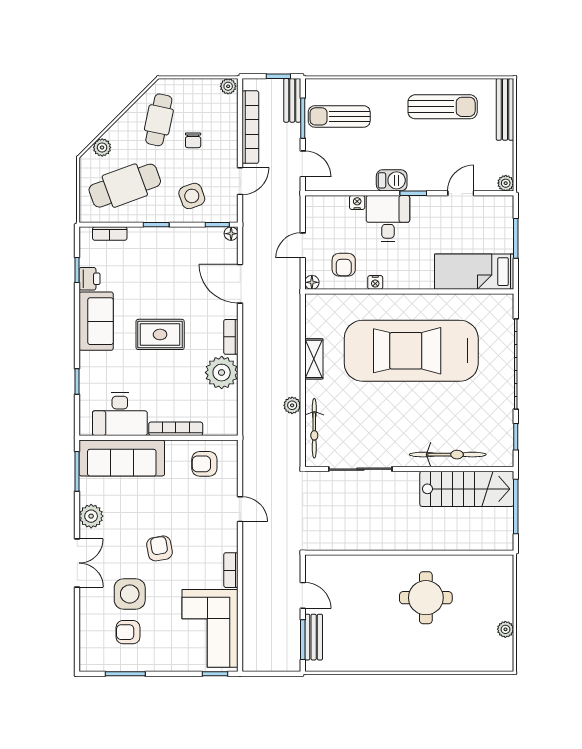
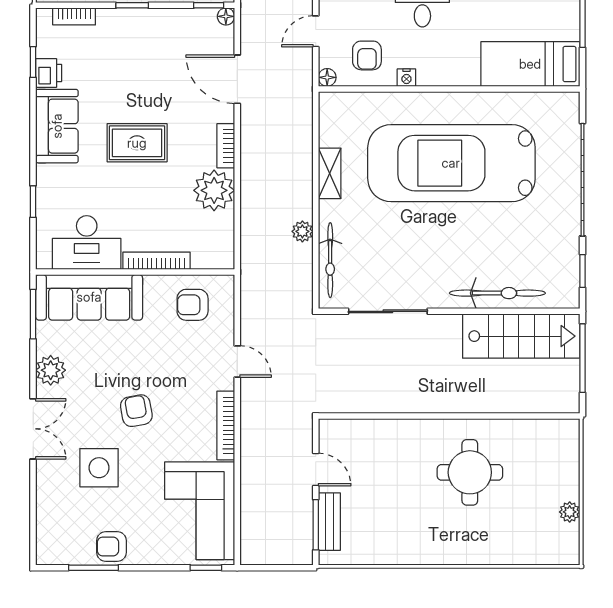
bookcase: (231, 570) -> (226, 425), width x1.56
armchair: (128, 632) -> (111, 547), moved

